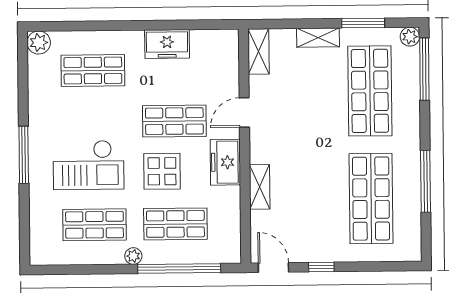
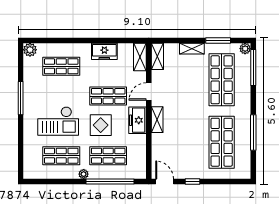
shelving: (228, 53) -> (140, 57), added
window: (24, 155) -> (21, 98), moved
shelving: (260, 187) -> (157, 120), moved

